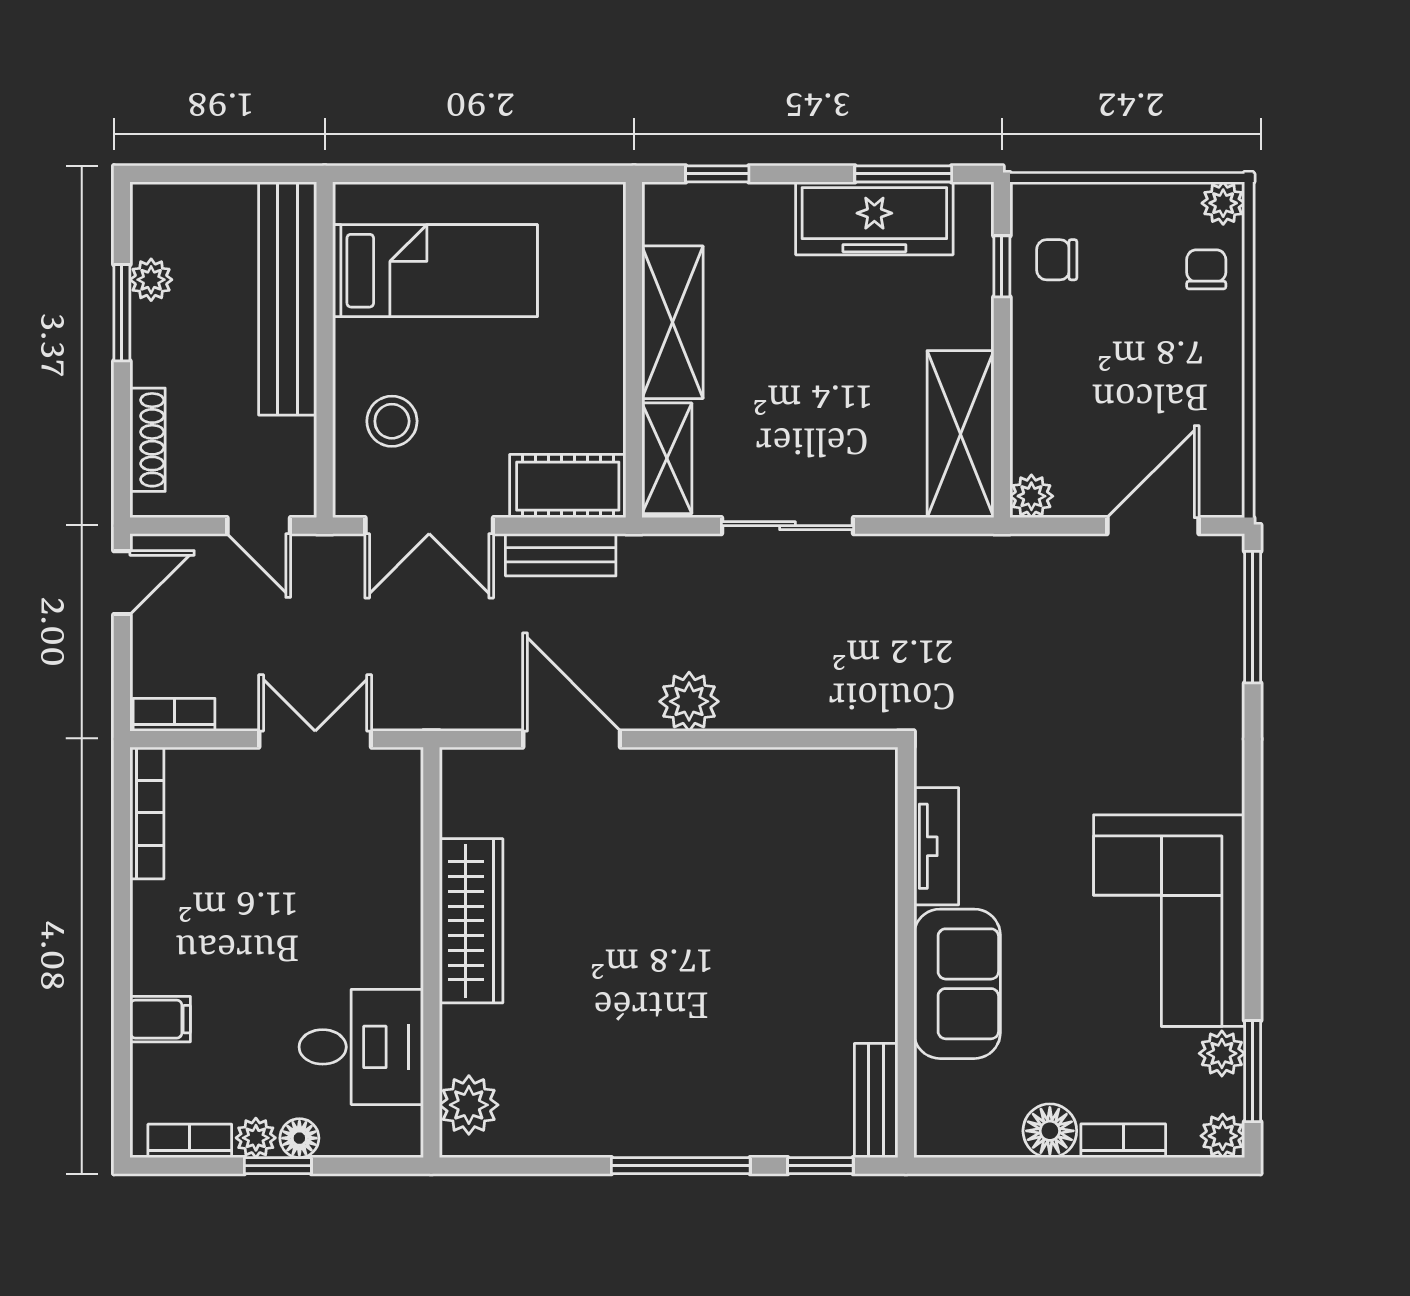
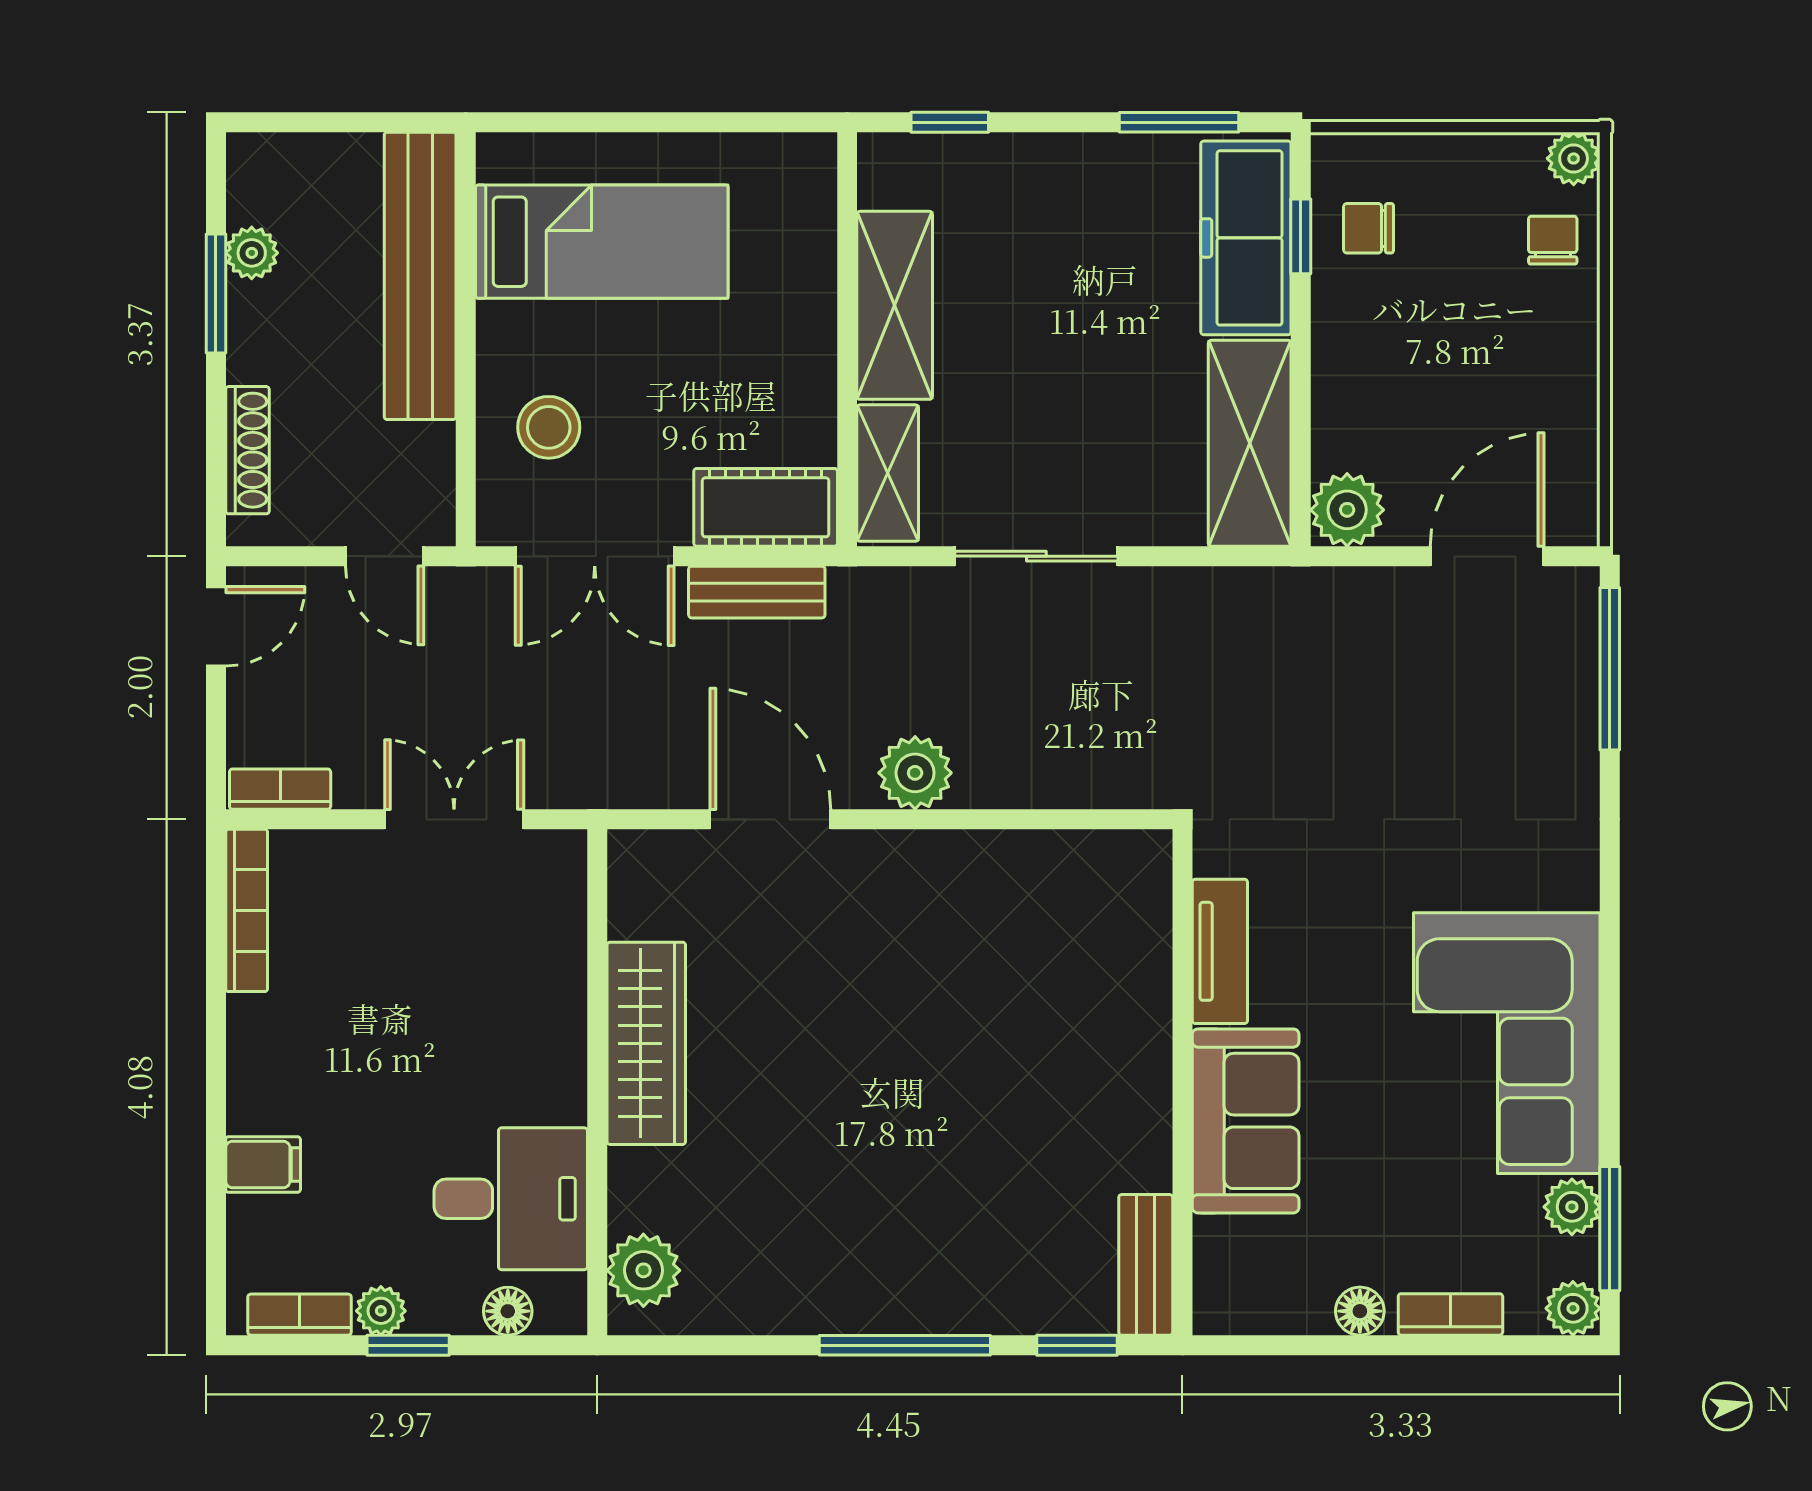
freezer: (874, 218) -> (1246, 238), moved, turned 90
plant: (1031, 496) -> (1347, 510), width x1.38, depth x1.38
floor lamp: (1050, 1131) -> (1360, 1311), width x0.73, depth x0.73
floor lamp: (299, 1138) -> (508, 1311), moved

